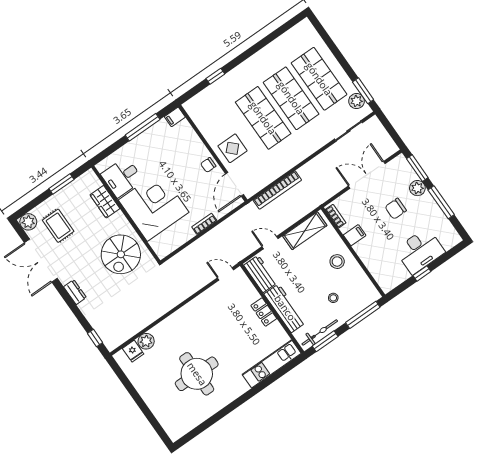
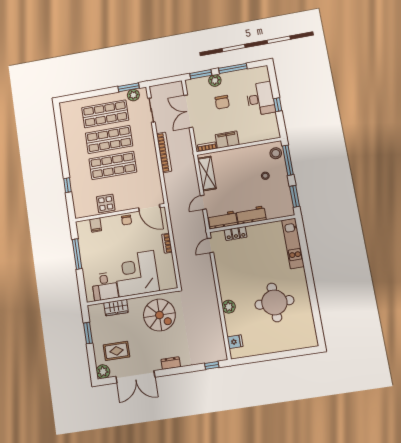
filing cabinet: (175, 117) -> (96, 225), moved
display table: (232, 148) -> (106, 203), moved
bookcase: (277, 190) -> (164, 152), moved
filing cabinet: (355, 235) -> (227, 140), width x2.00
stool: (337, 262) -> (276, 153), moved
workbench: (285, 308) -> (251, 215), width x0.73
locker: (264, 312) -> (236, 233), moved
bicycle: (320, 332) -> (286, 197), removed
plant: (146, 341) -> (229, 307), moved

